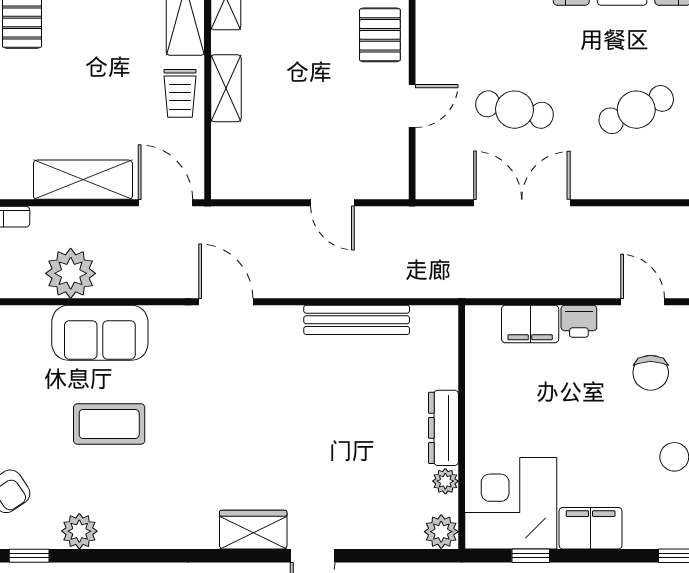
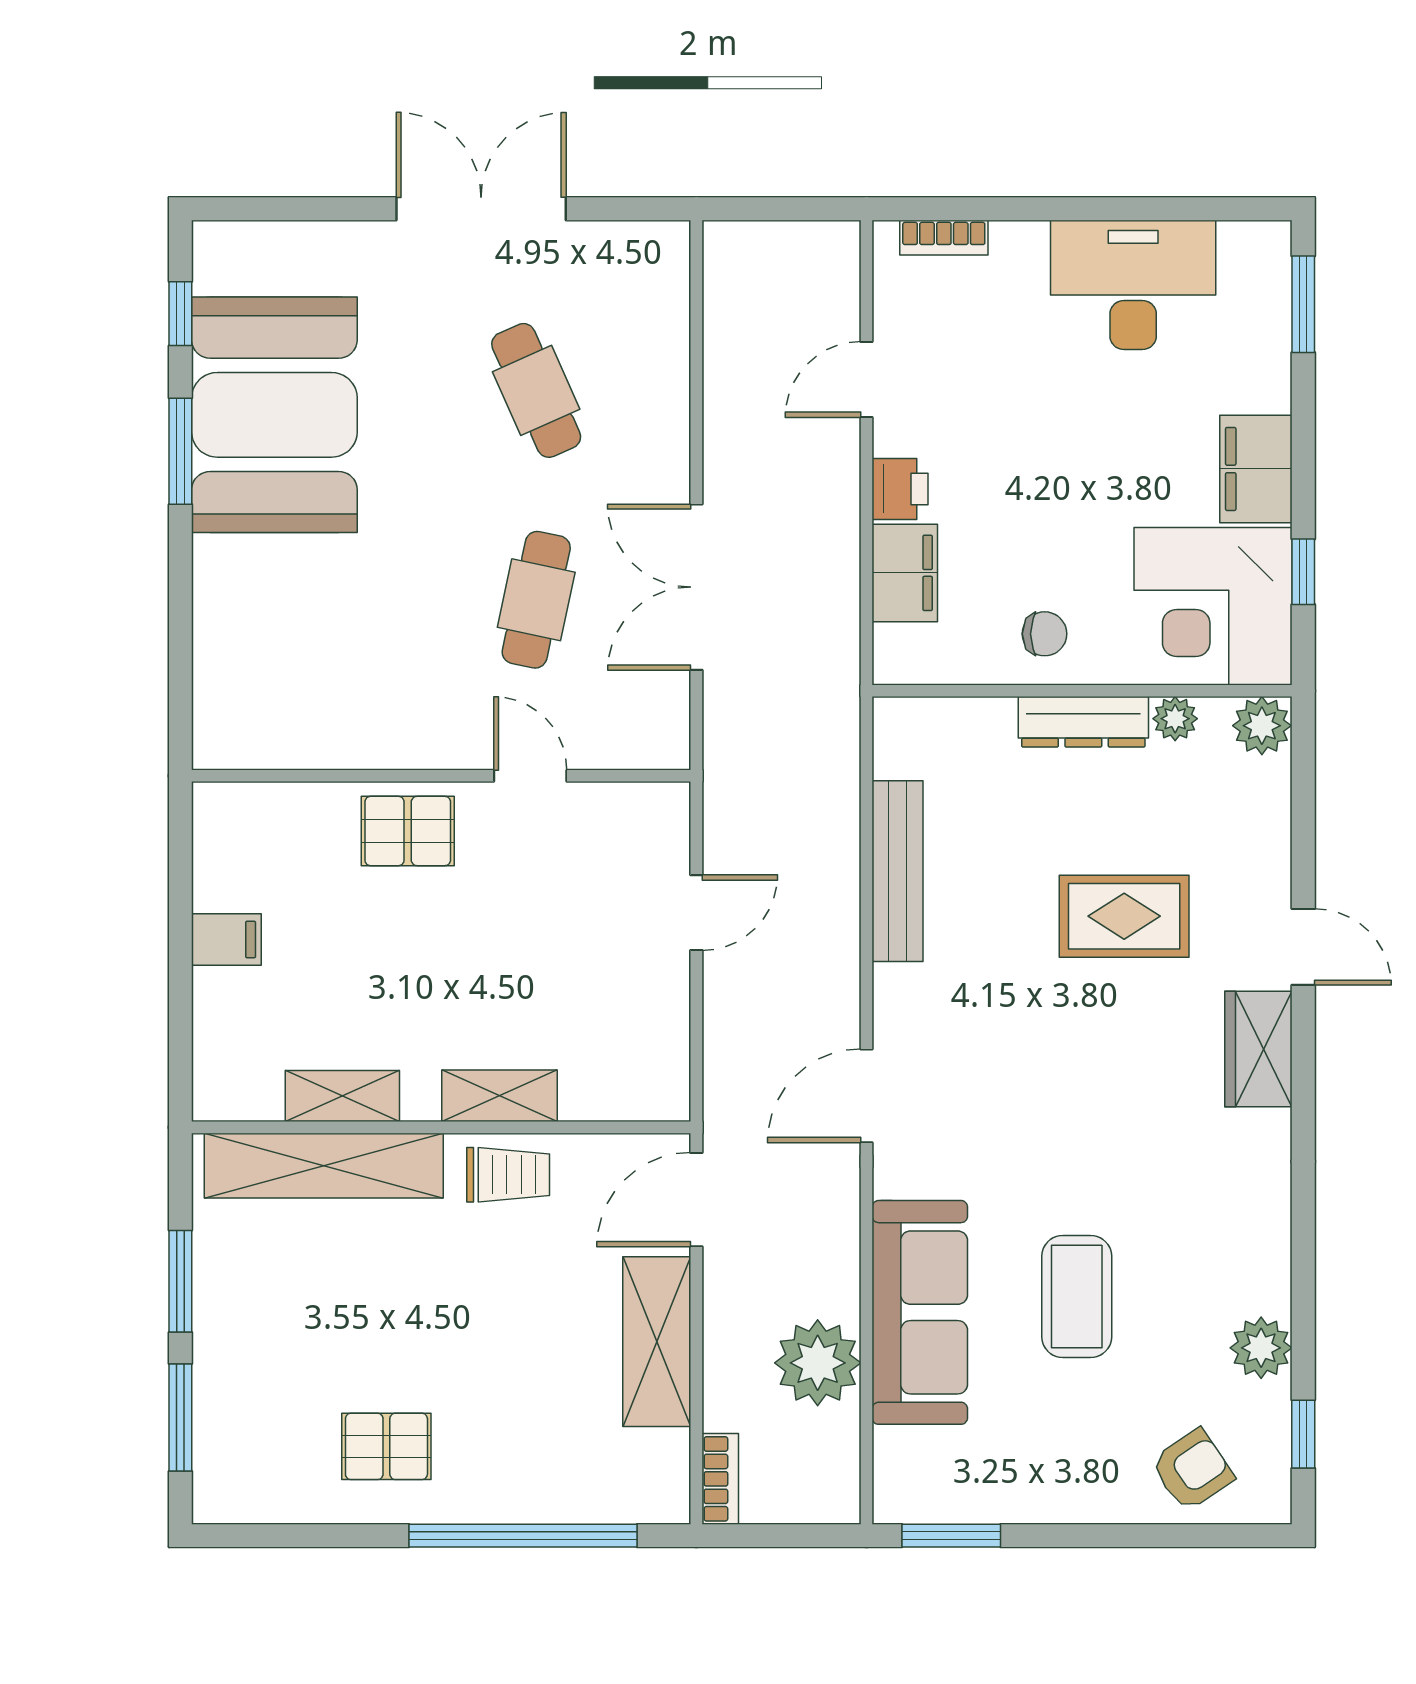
sofa: (100, 333) -> (920, 1312), width x1.36
chair: (651, 373) -> (1045, 634), moved, width x0.73, depth x0.73
rug: (330, 452) -> (1124, 916), added

